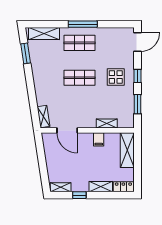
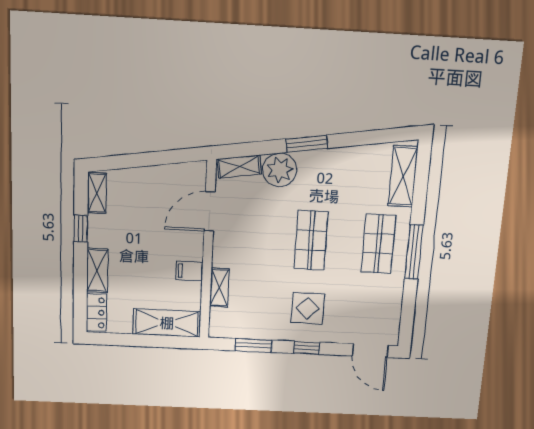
window: (26, 53) -> (307, 144), moved
plant: (44, 96) -> (280, 170), added

